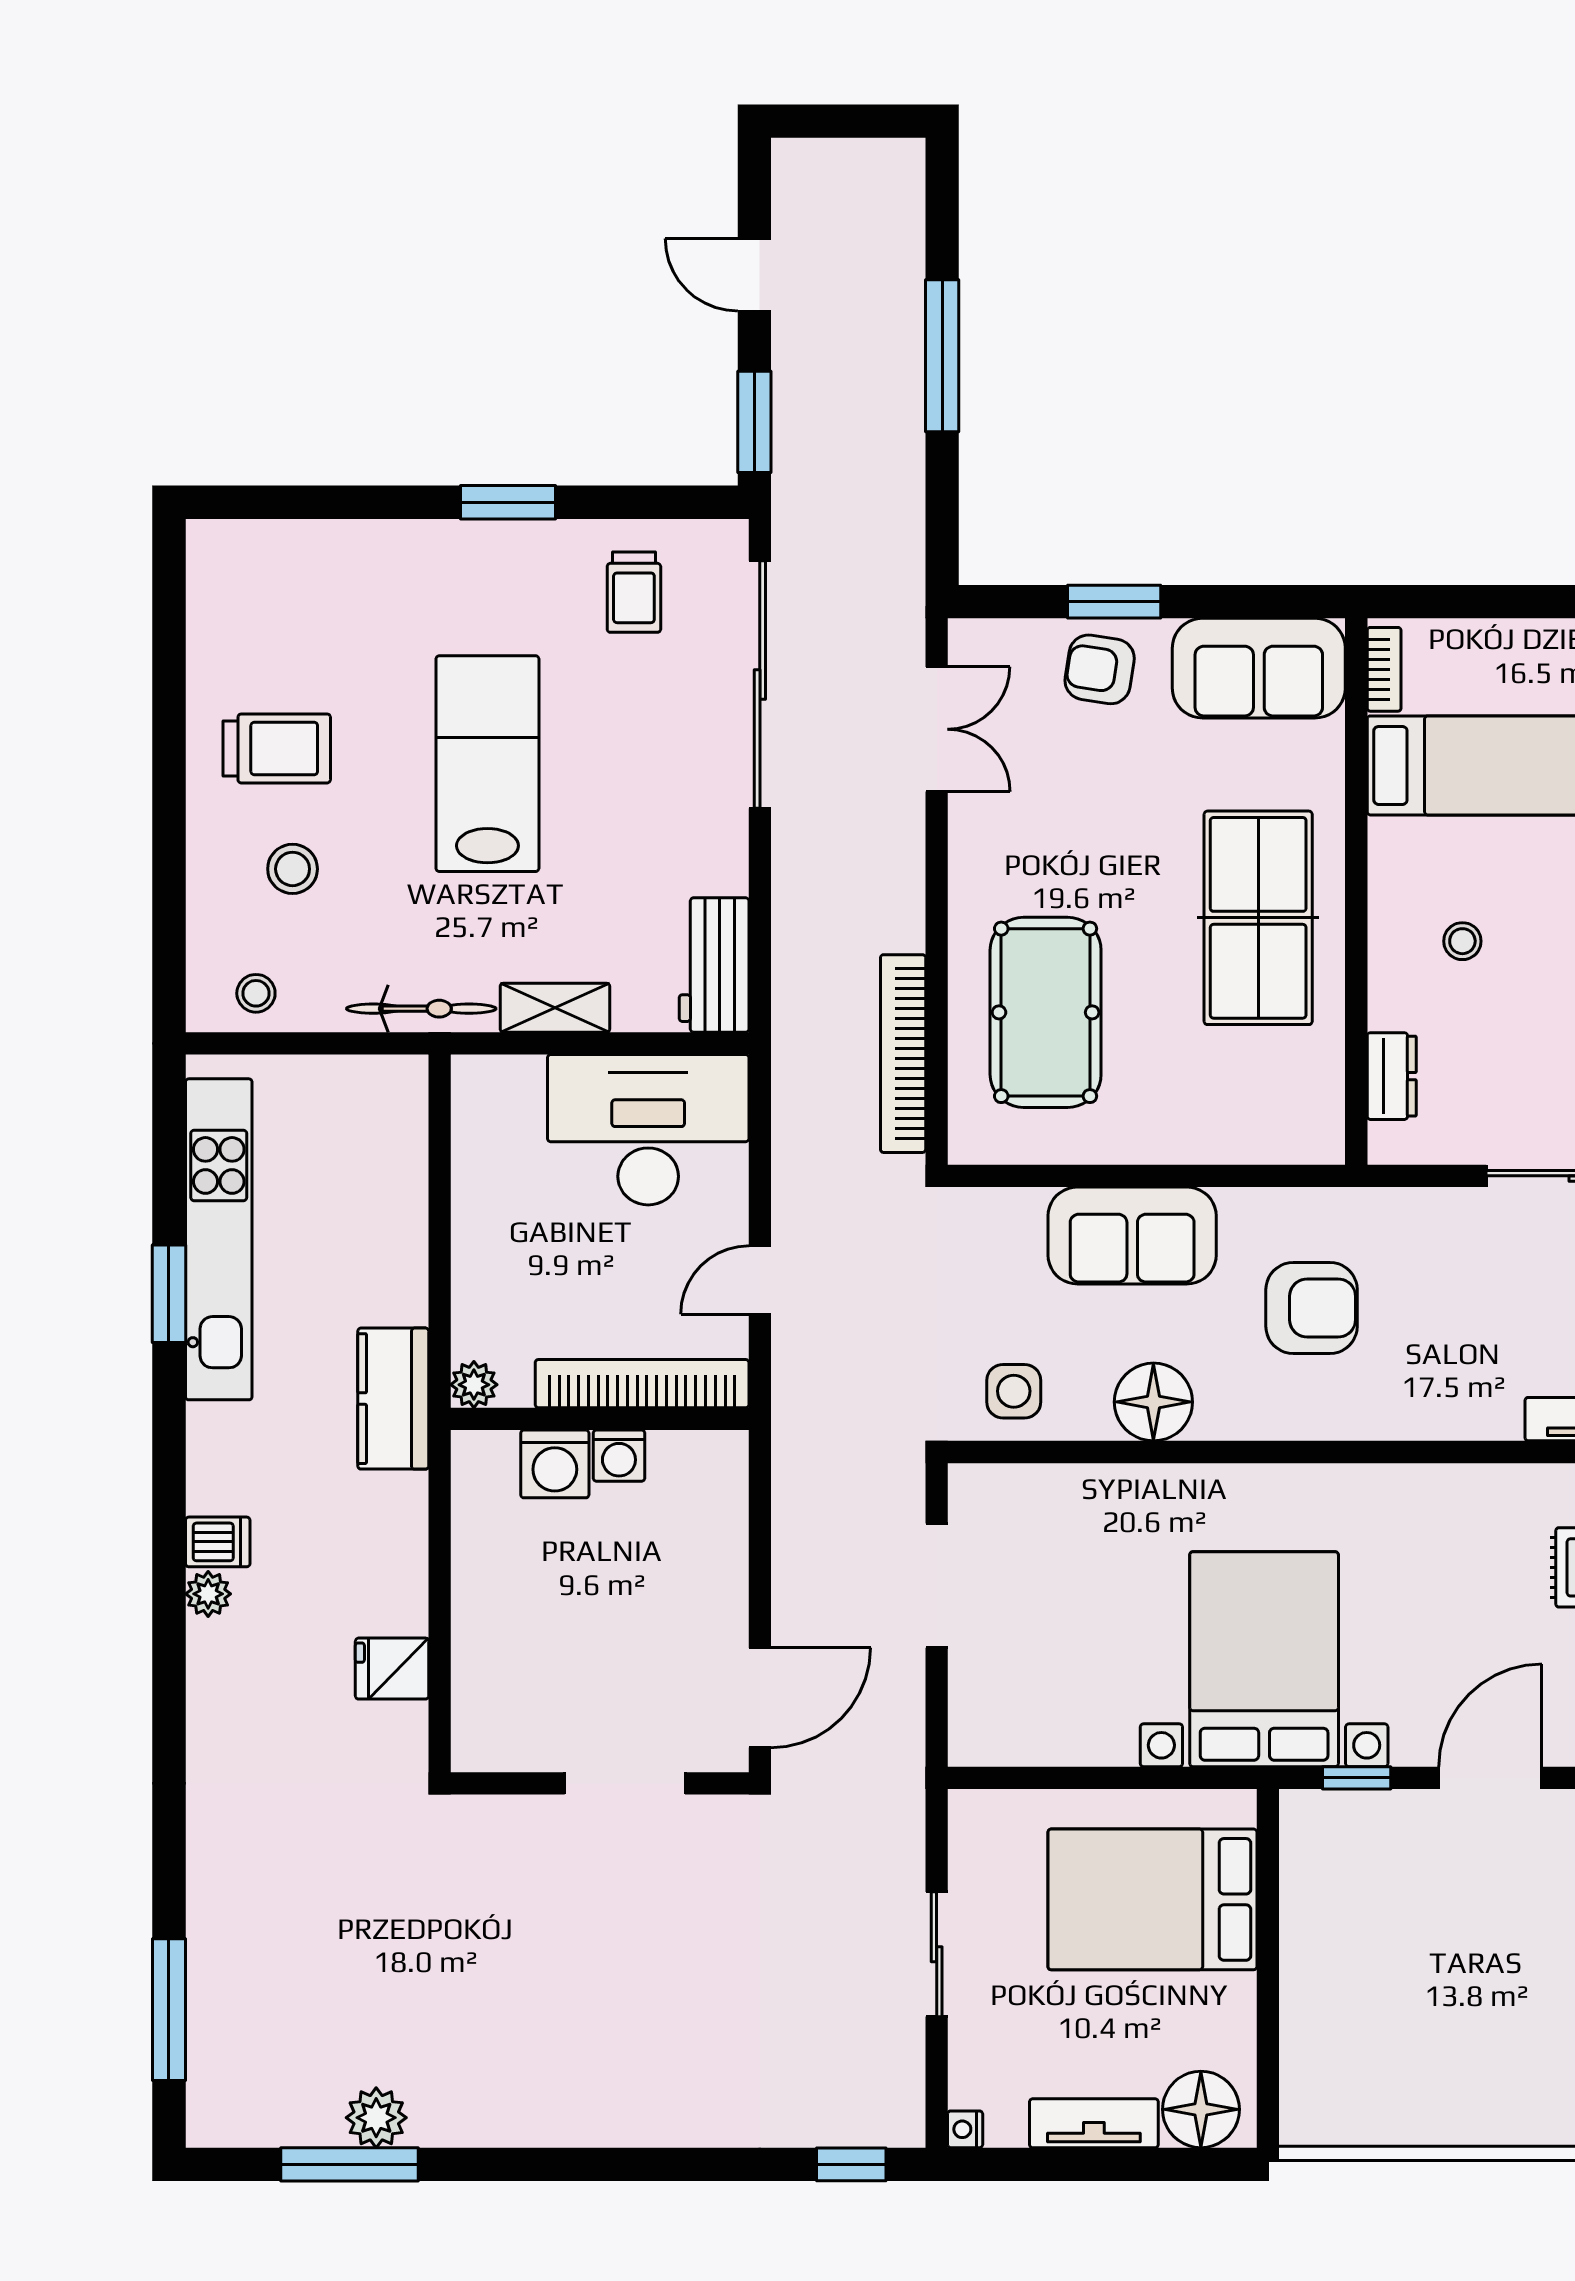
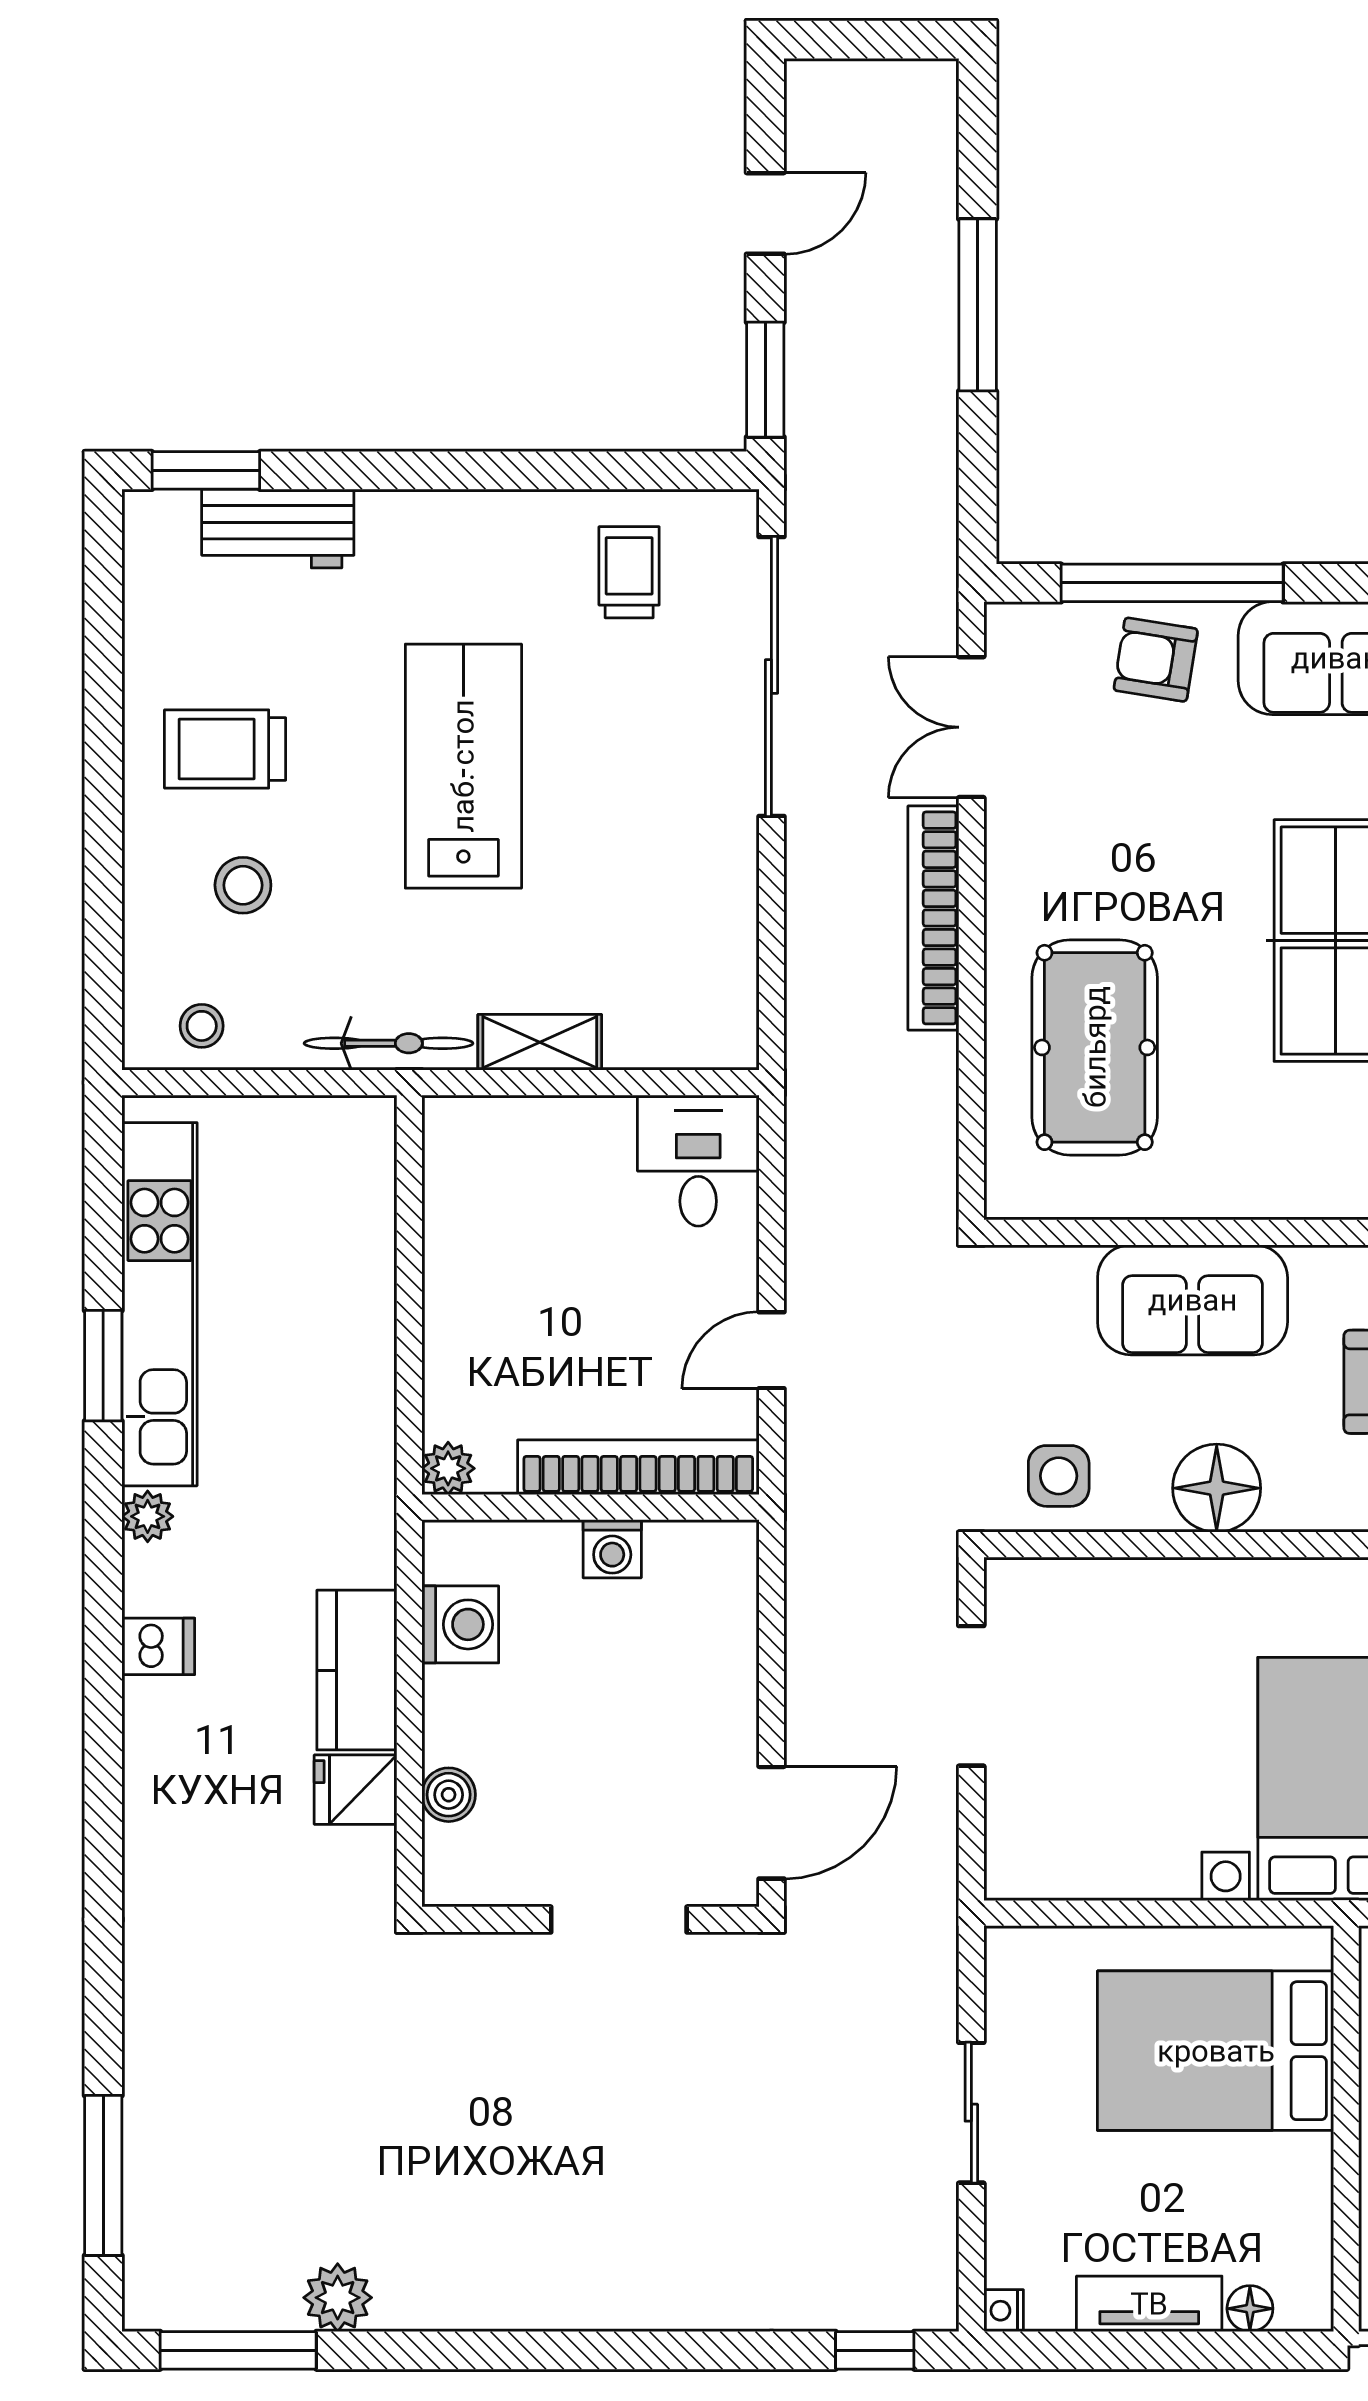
door: (754, 275) -> (765, 213), swing flipped
window: (508, 502) -> (206, 470), moved
trolley: (634, 592) -> (629, 572), turned 180
window: (1114, 602) -> (1172, 583), width x2.11
double door: (937, 729) -> (971, 727), swing flipped
trolley: (277, 748) -> (225, 749), turned 180
workbench: (714, 965) -> (278, 529), moved, turned -90
bookcase: (903, 1054) -> (933, 918), moved
desk: (648, 1130) -> (698, 1161), width x0.53, depth x0.77
kitchen counter: (393, 1399) -> (357, 1670), moved
washing machine: (555, 1464) -> (460, 1624), moved, turned -90
plant: (208, 1594) -> (148, 1516), moved
boiler: (474, 1673) -> (449, 1795), added
floor lamp: (1201, 2109) -> (1250, 2309), width x0.53, depth x0.53
window: (350, 2164) -> (238, 2350), moved

